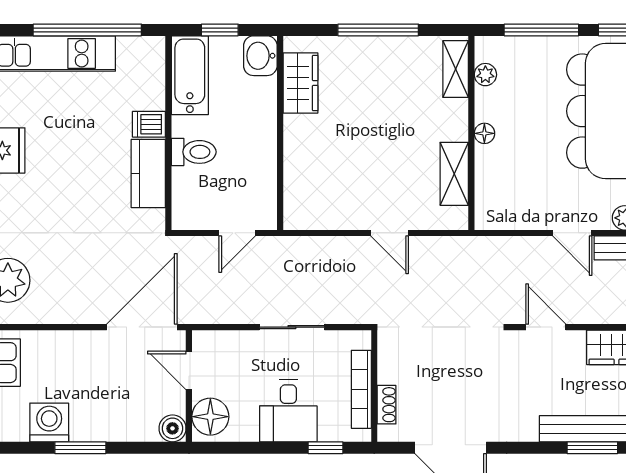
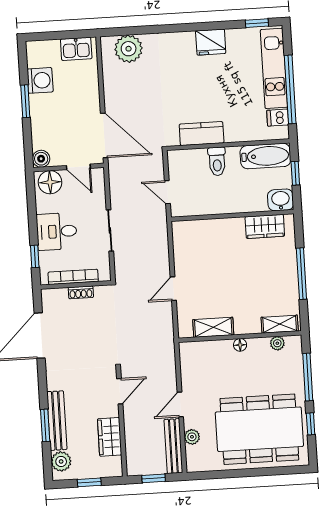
dishwasher: (149, 124) -> (278, 118), moved, turned -90
door: (189, 370) -> (78, 167), swing flipped
shoe rack: (387, 405) -> (81, 292), moved

